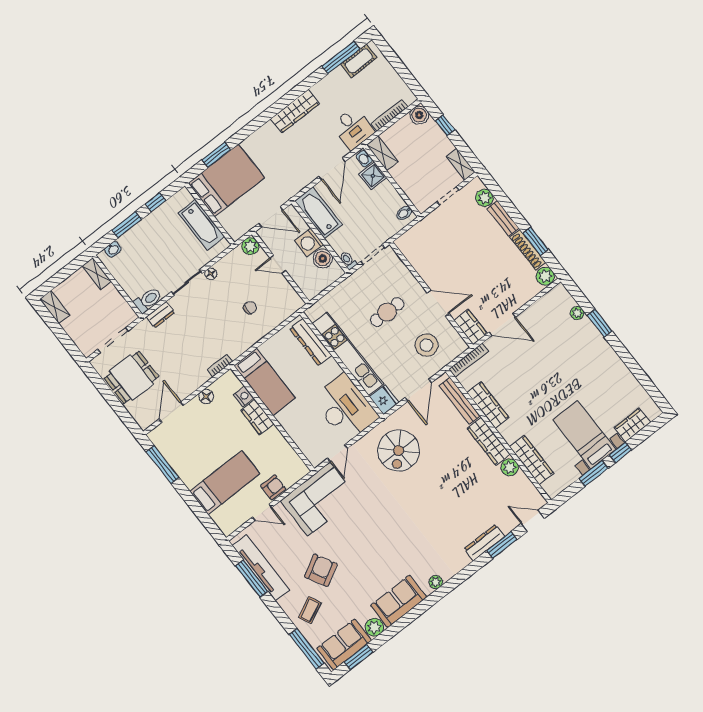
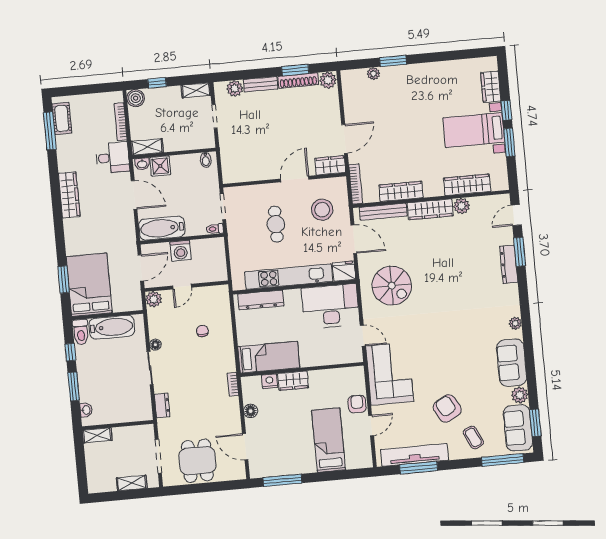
boiler: (323, 259) -> (200, 248), removed
toilet: (148, 300) -> (81, 332), moved, turned 180
shelving: (55, 307) -> (132, 483), moved

